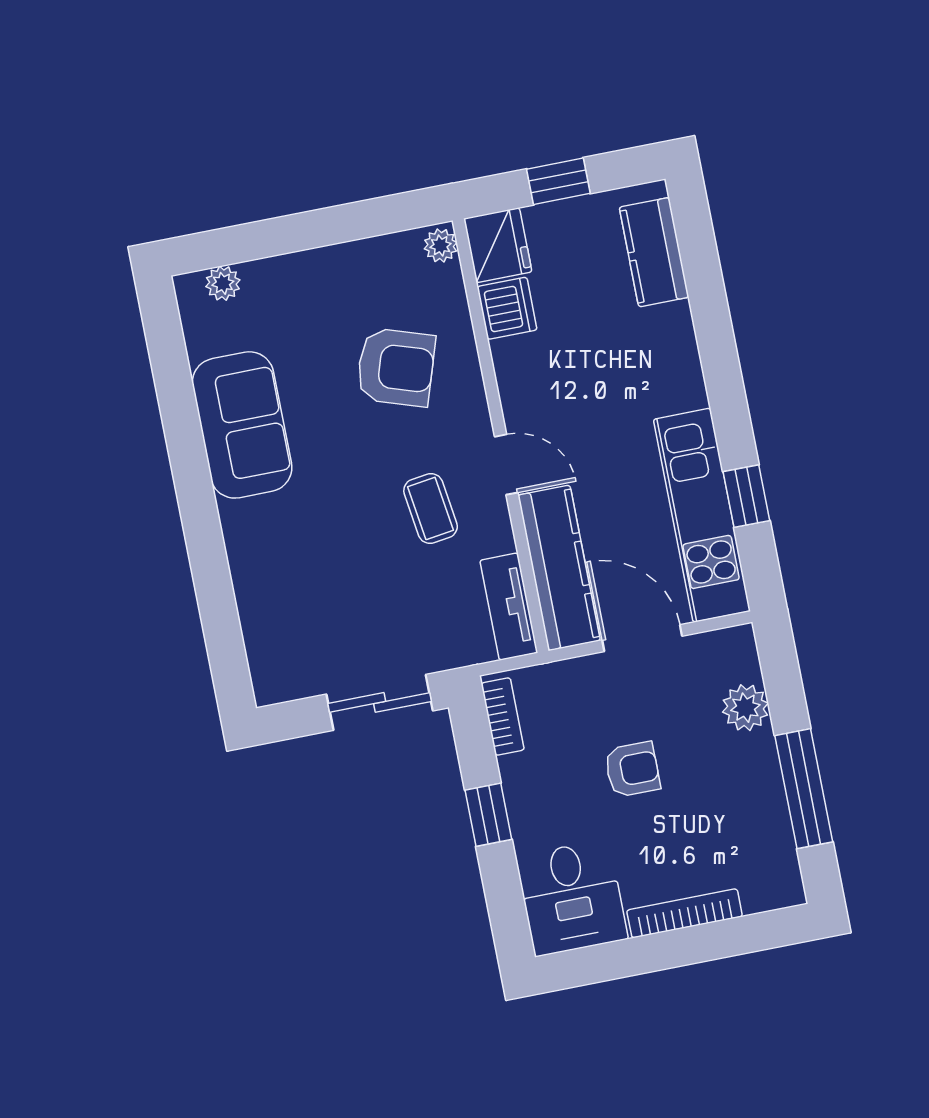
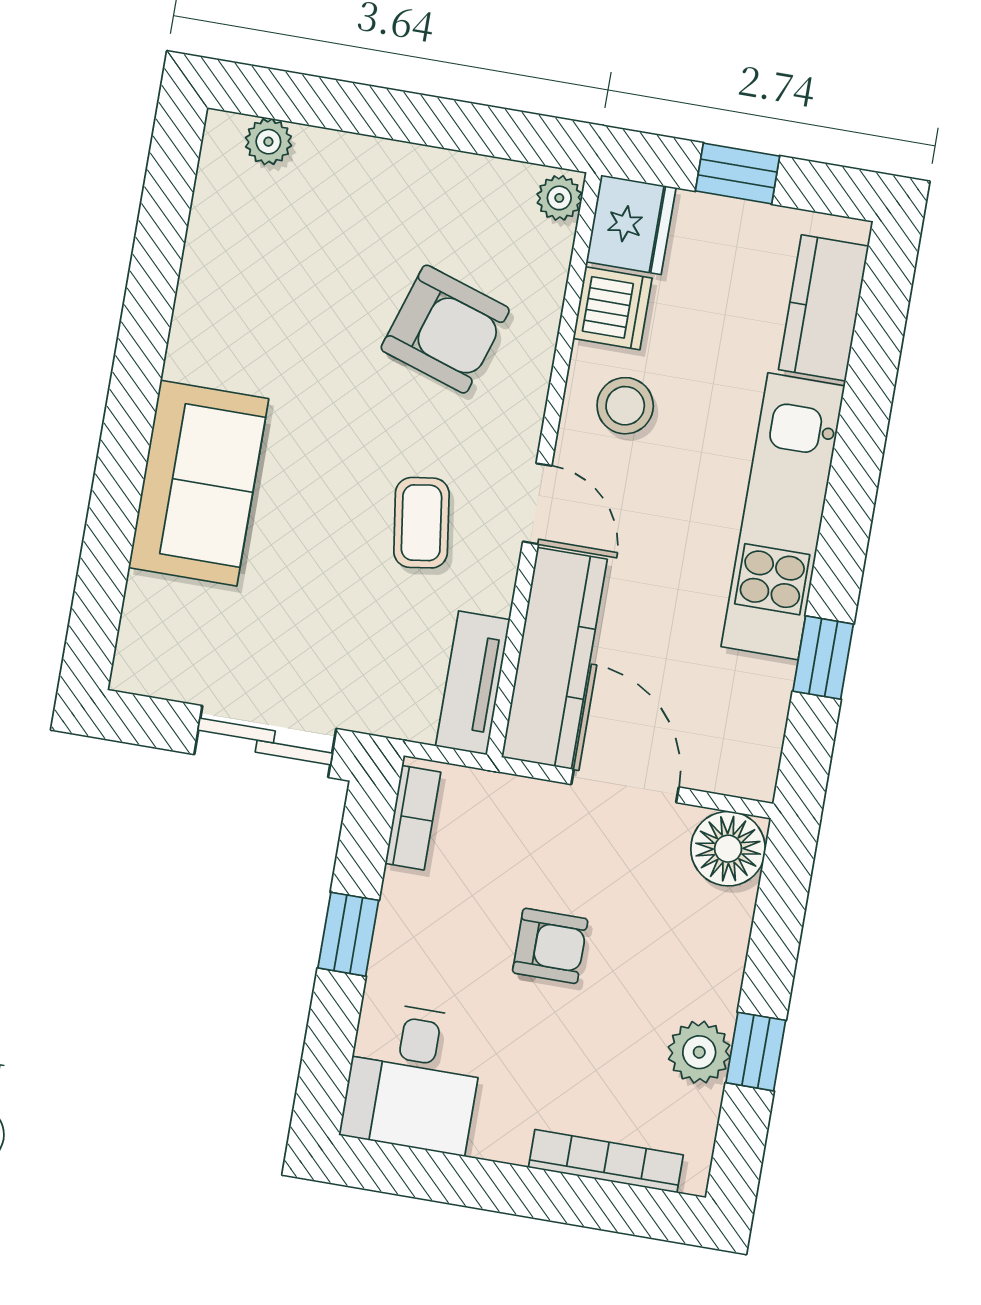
stool: (542, 373) -> (625, 406), added
sofa: (242, 425) -> (199, 483), moved
kitchen unit: (702, 515) -> (783, 516), moved
floor lamp: (731, 655) -> (728, 849), added
plant: (745, 708) -> (699, 1052), moved
window: (804, 789) -> (756, 1052), width x0.46
bookcase: (685, 913) -> (606, 1161), moved

